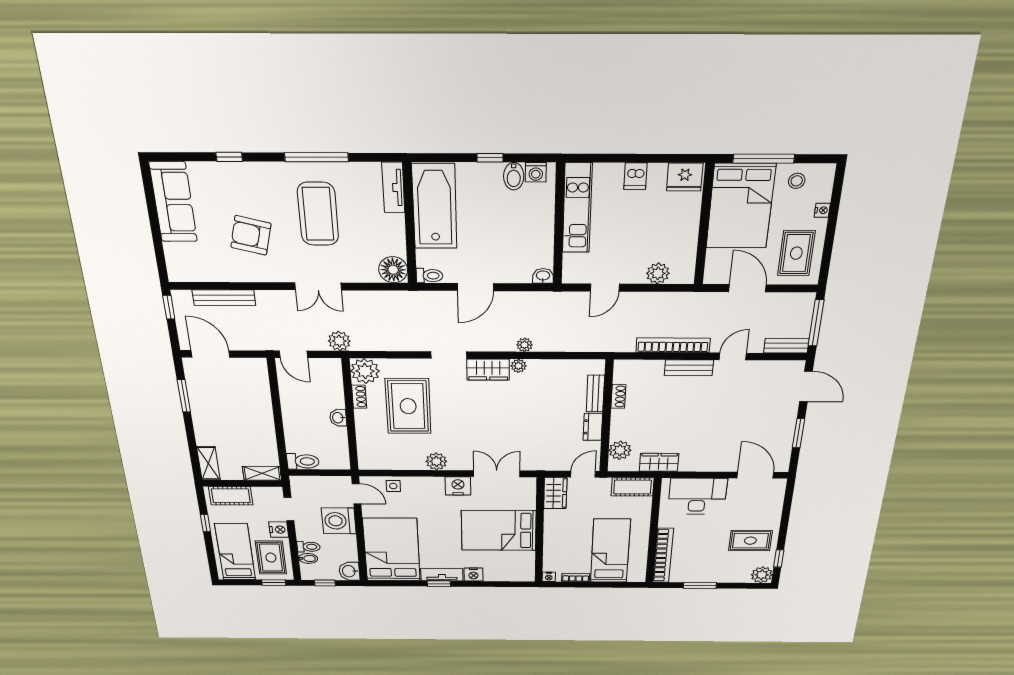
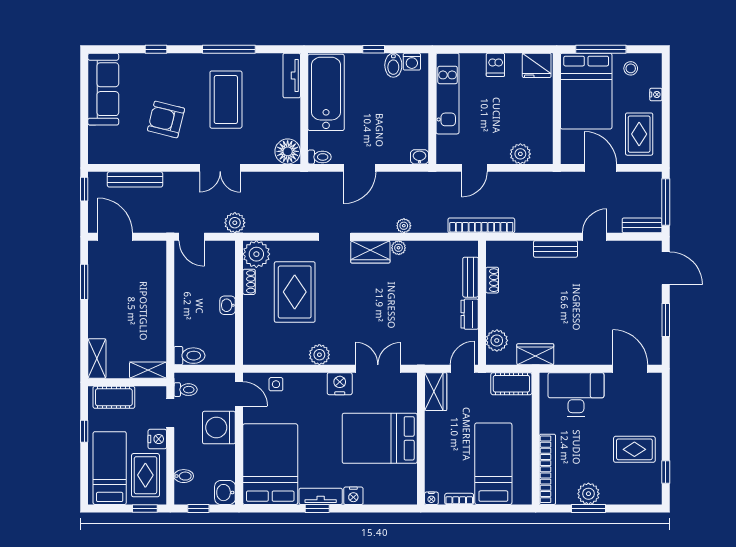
bookcase: (673, 345) -> (481, 225), moved
toilet: (309, 547) -> (186, 390), moved
plant: (762, 575) -> (588, 494), moved

